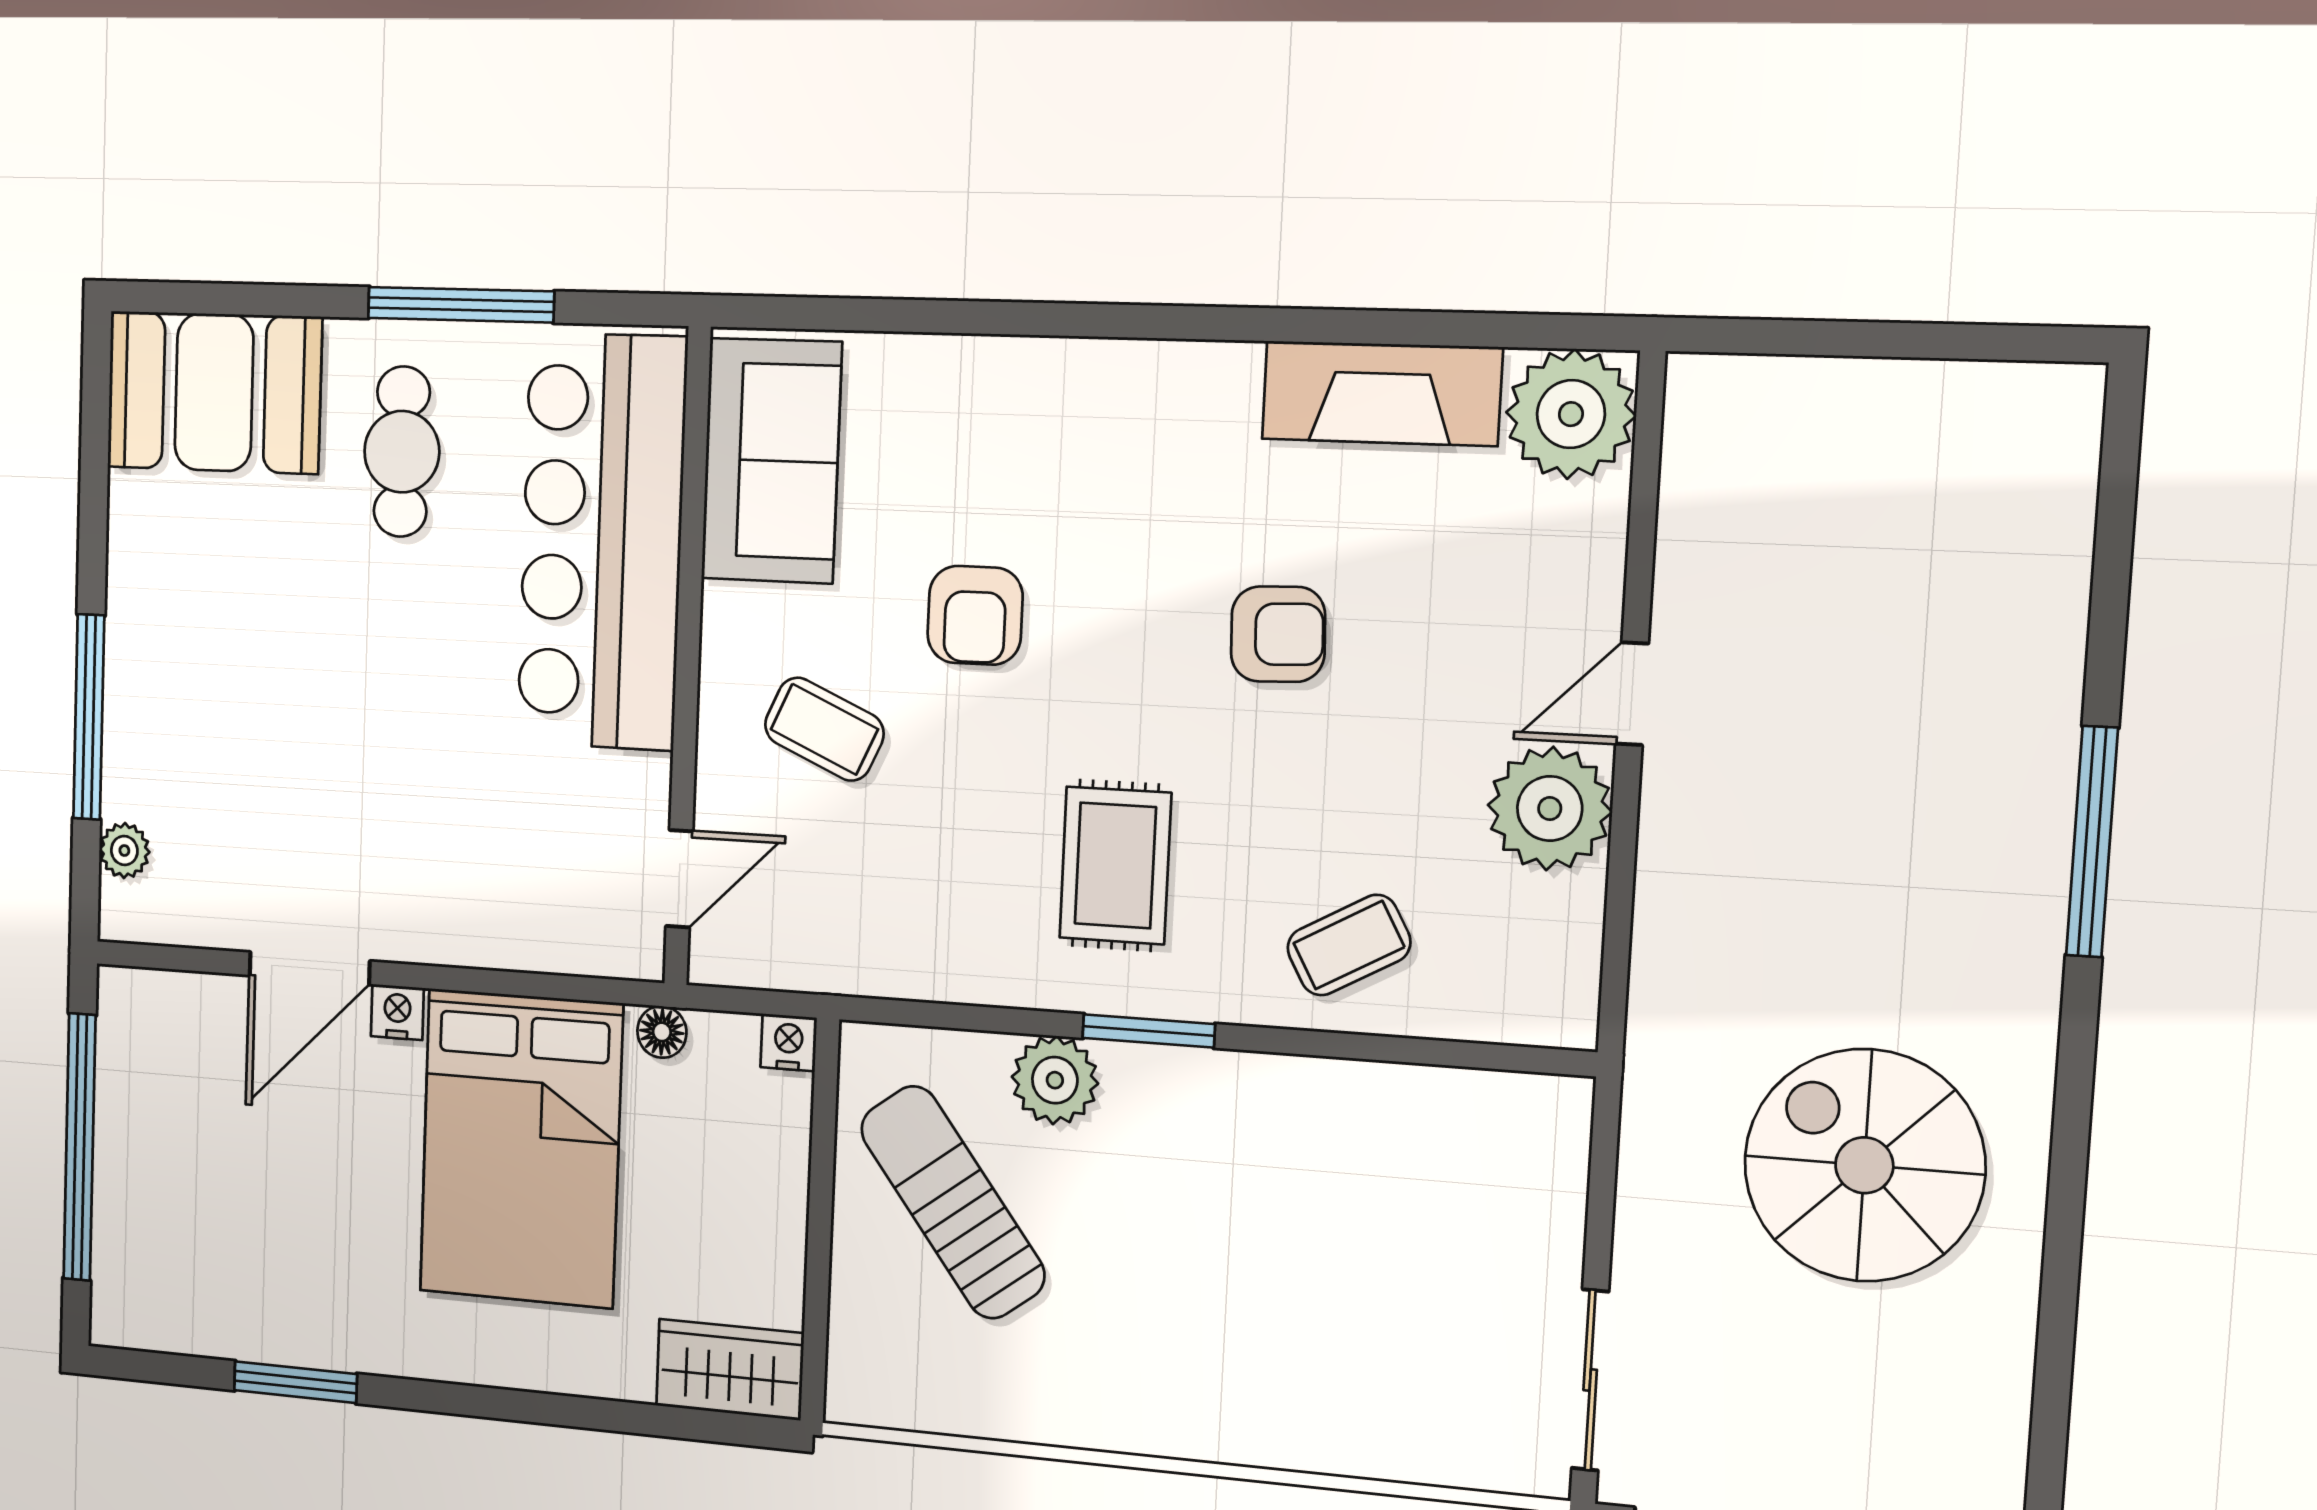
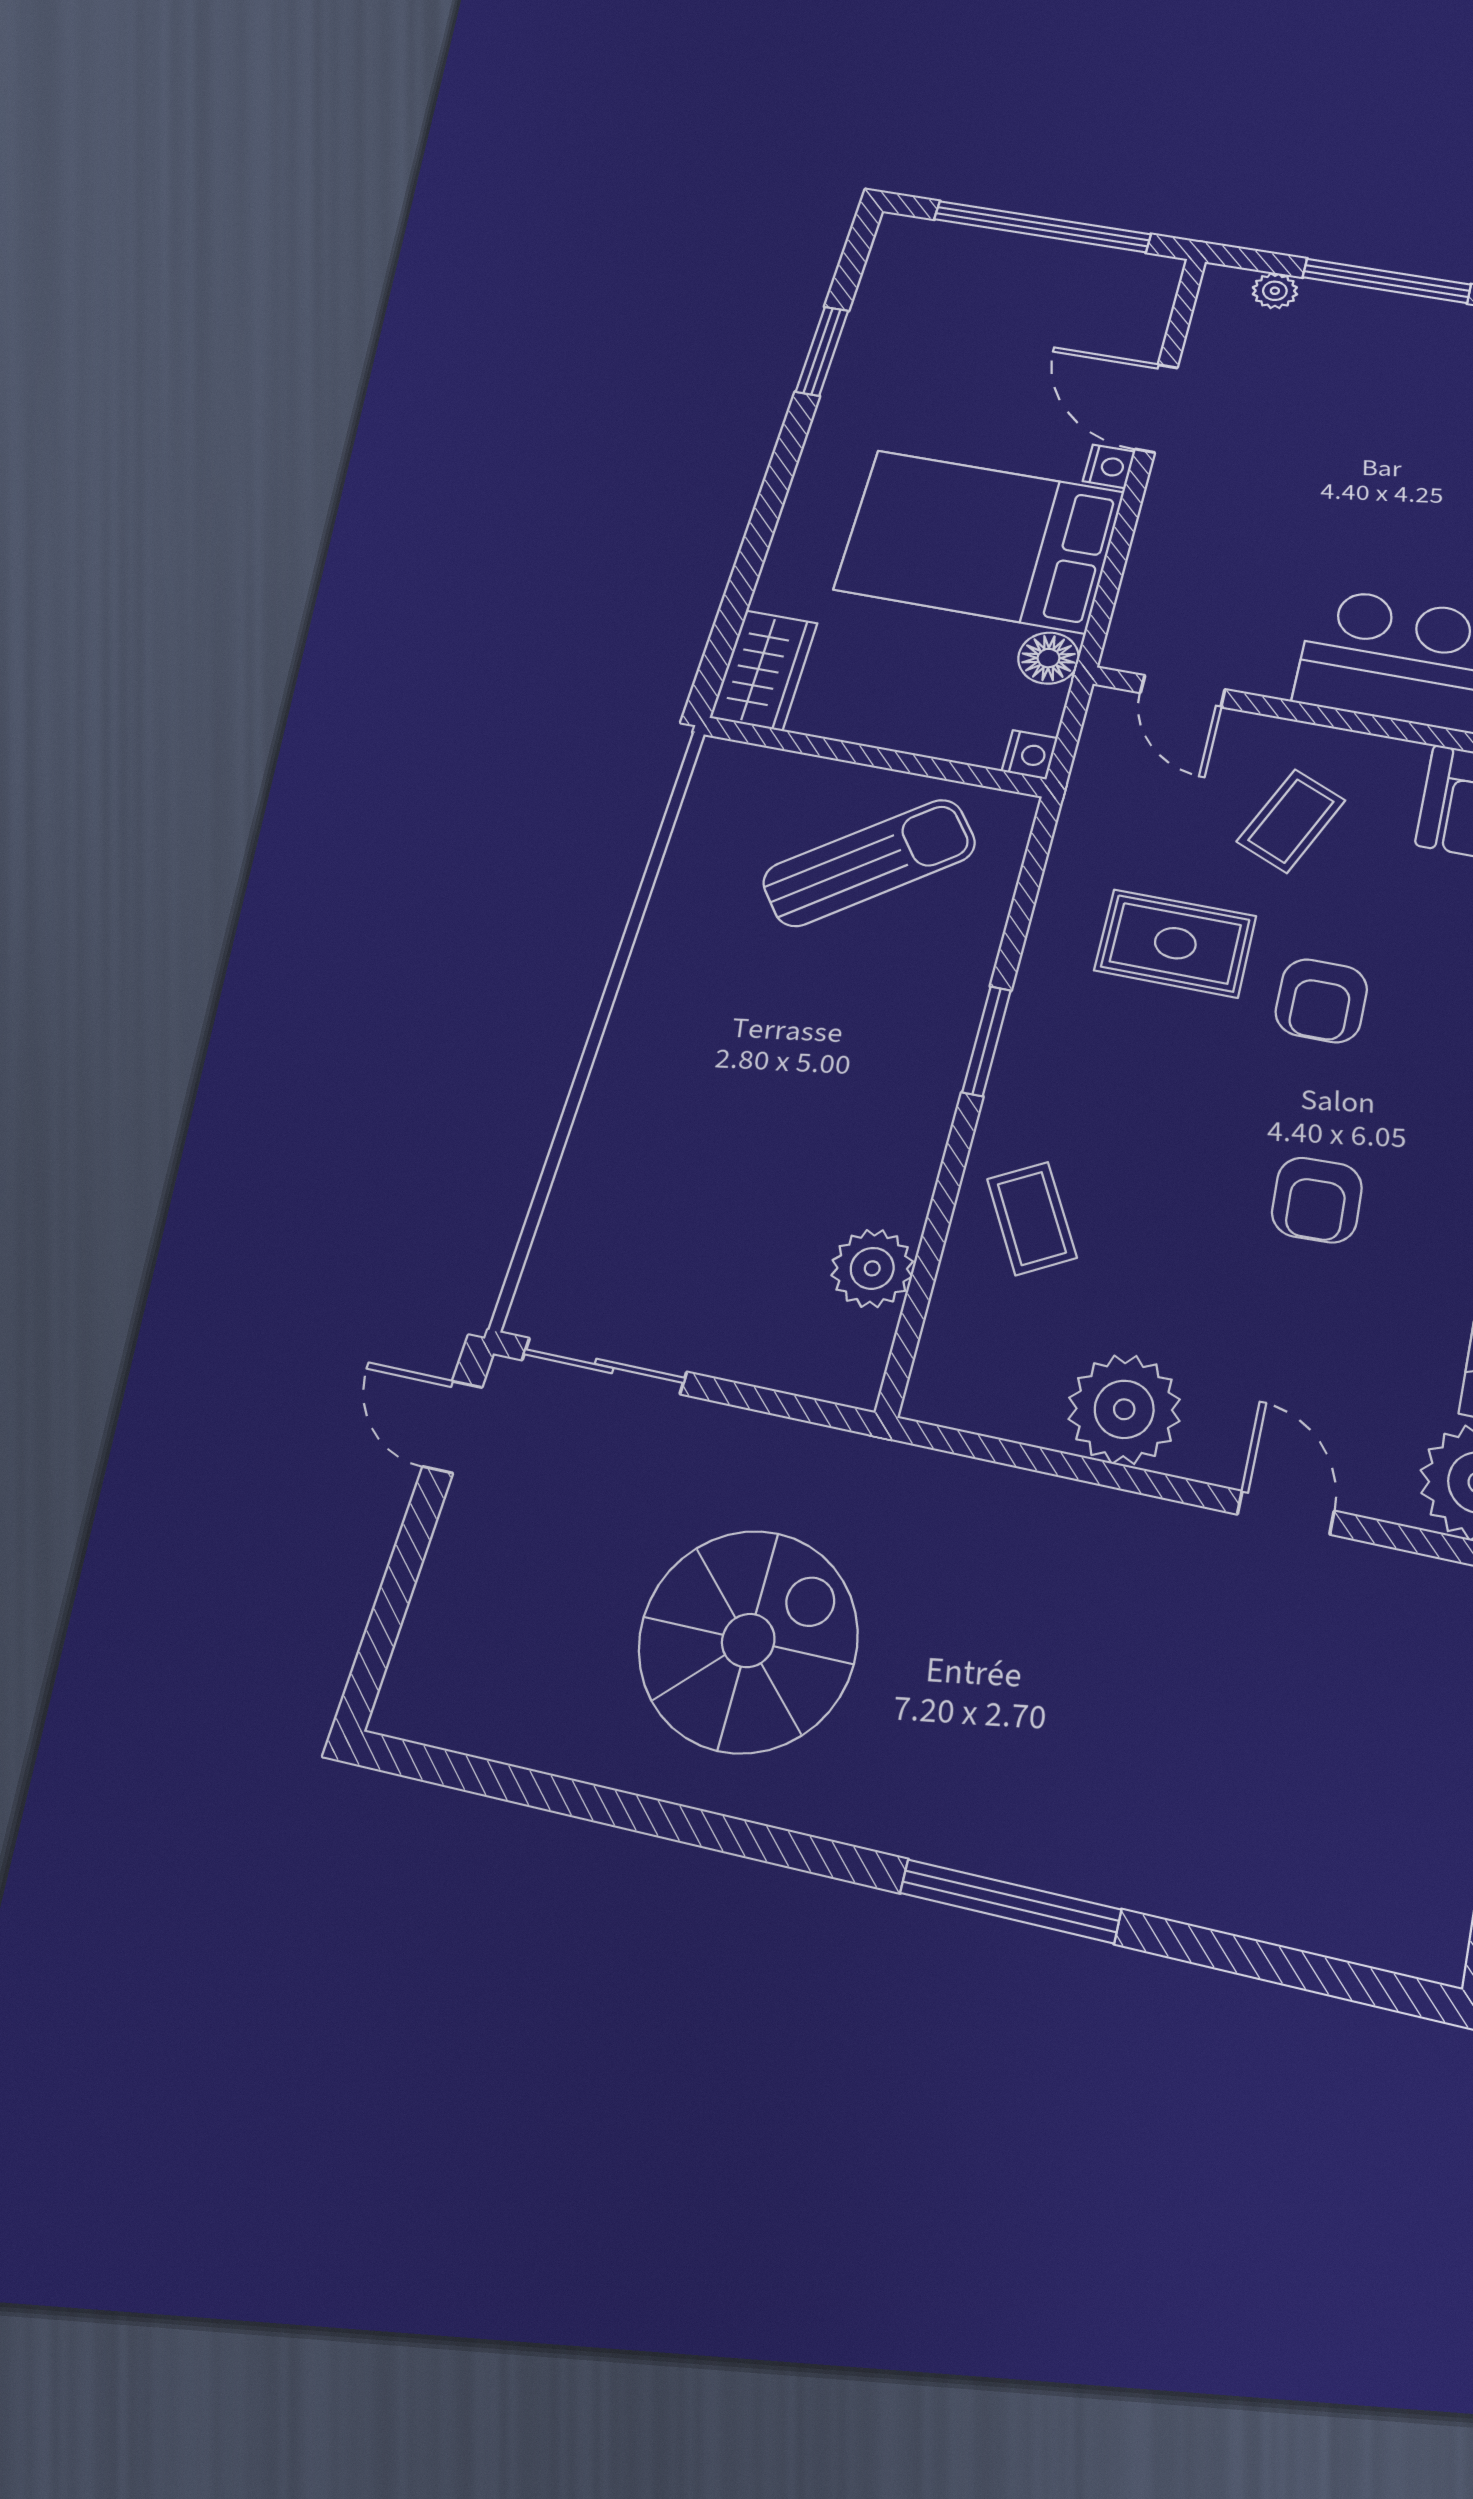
armchair: (975, 615) -> (1321, 1001), moved, turned -90
door: (1632, 694) -> (1286, 1513), moved
rug: (1115, 865) -> (1175, 943), moved
floor lamp: (662, 1032) -> (1049, 658), width x1.37, depth x1.37
plant: (1055, 1080) -> (872, 1268), moved

